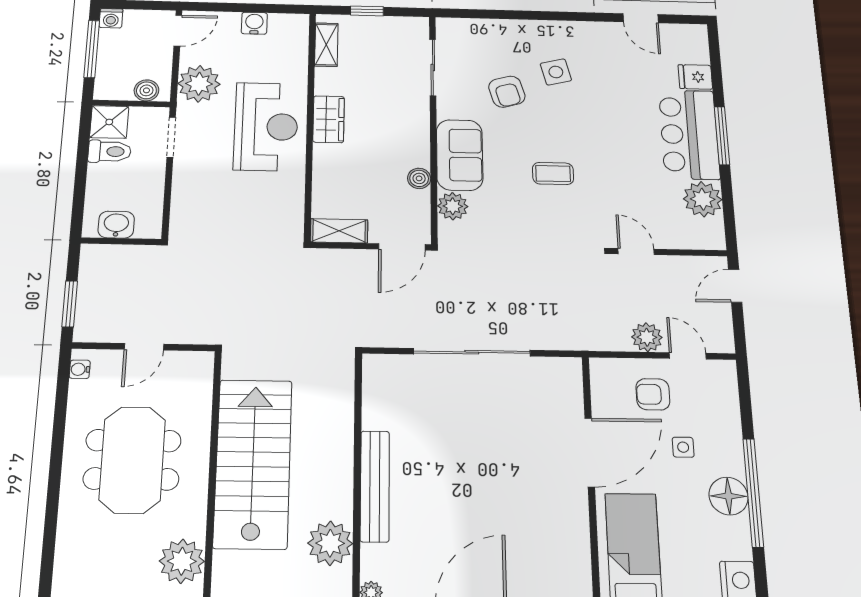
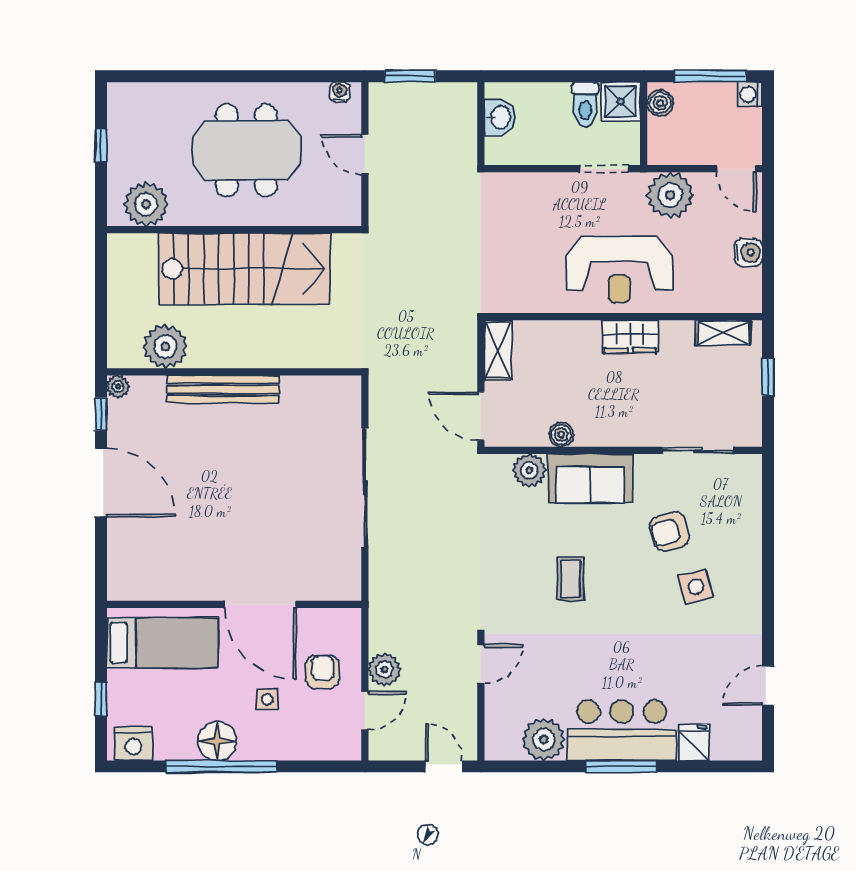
boiler: (146, 90) -> (660, 103), moved

